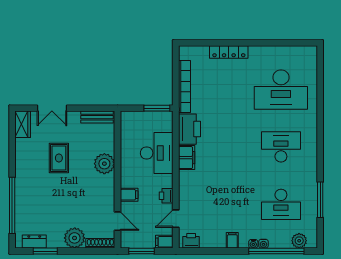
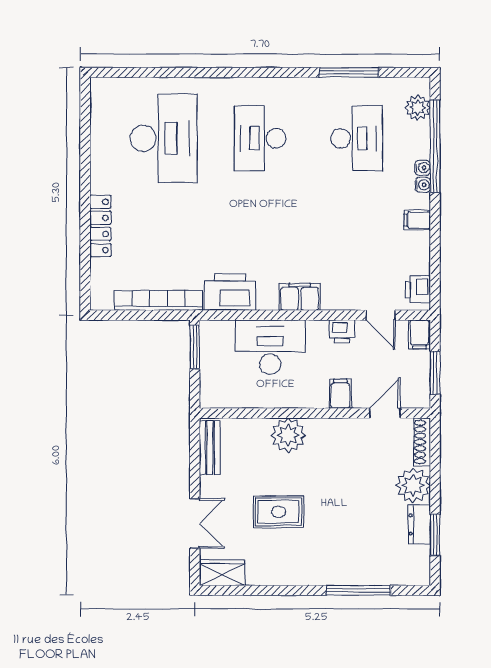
filing cabinet: (187, 158) -> (300, 297), moved
window: (12, 205) -> (358, 590), width x0.68
dresser: (34, 242) -> (419, 524), moved

